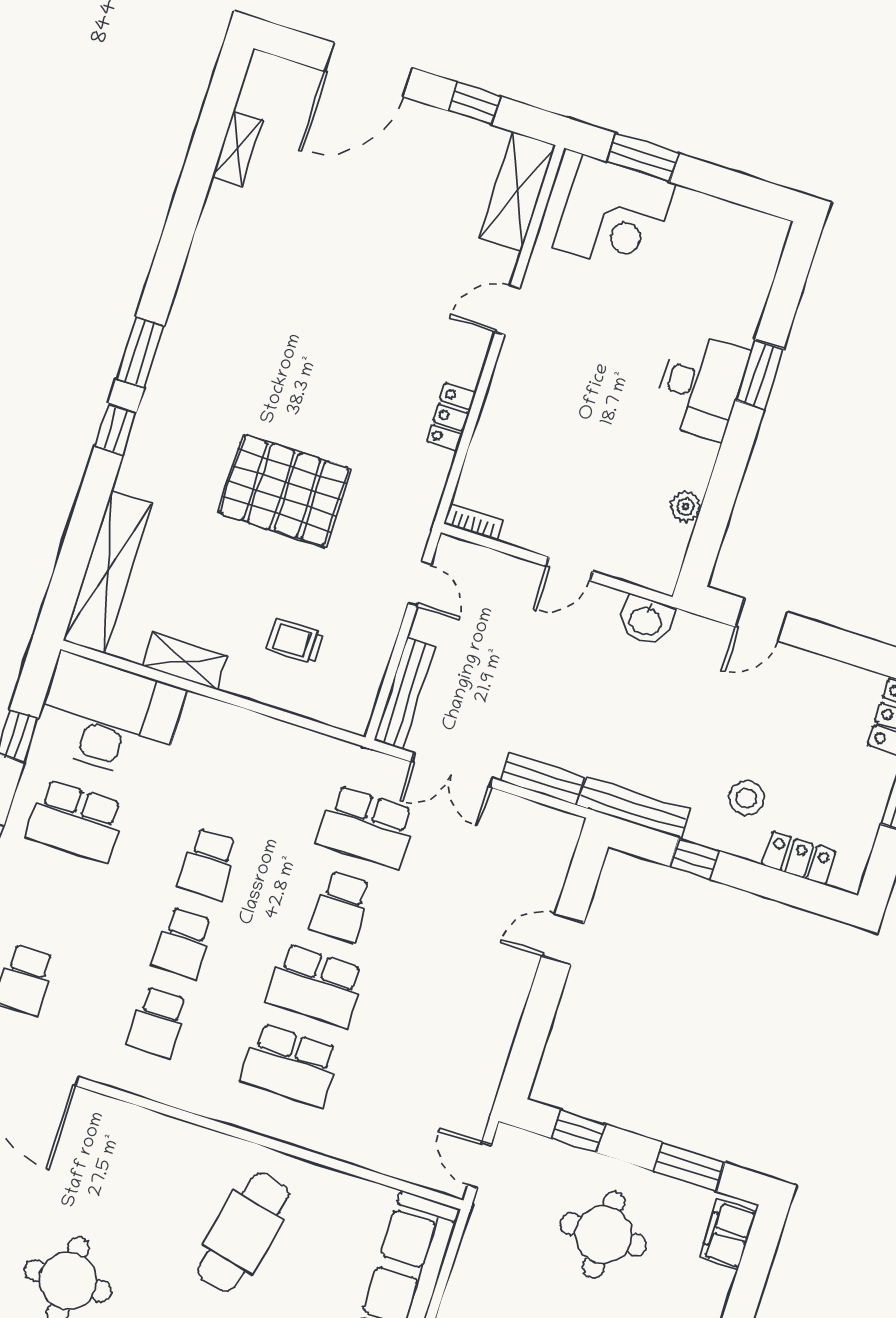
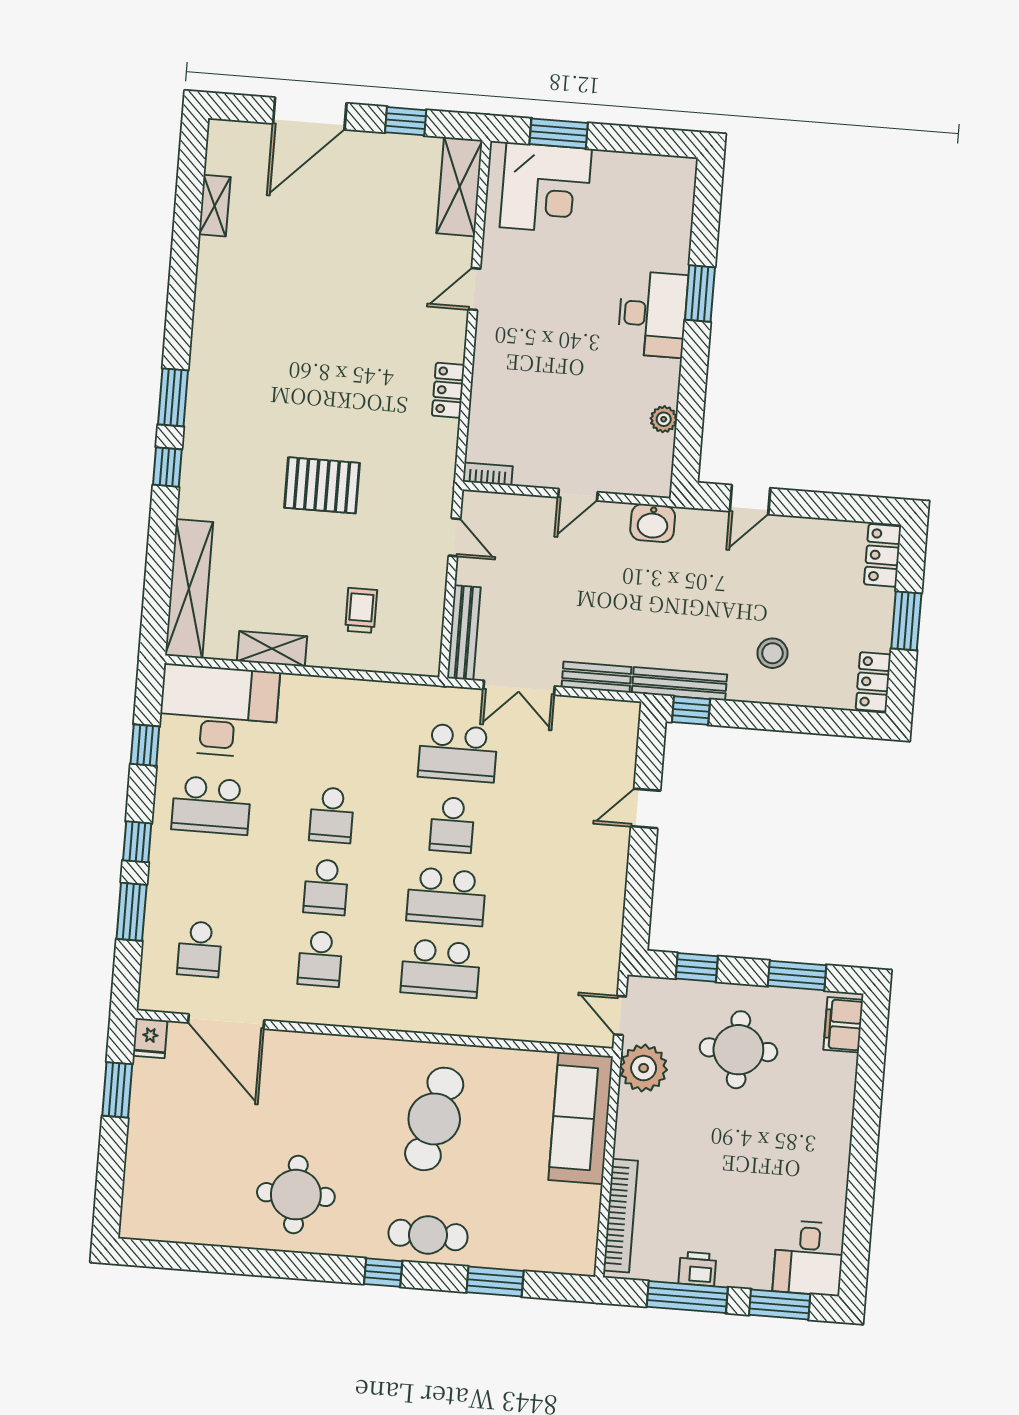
pallet: (284, 491) -> (322, 485), width x0.73, depth x0.71
trolley: (295, 642) -> (361, 610), turned 90
locker: (799, 858) -> (873, 682), moved, turned -90
window: (694, 859) -> (691, 711), moved
plant: (492, 1230) -> (644, 1068), added

